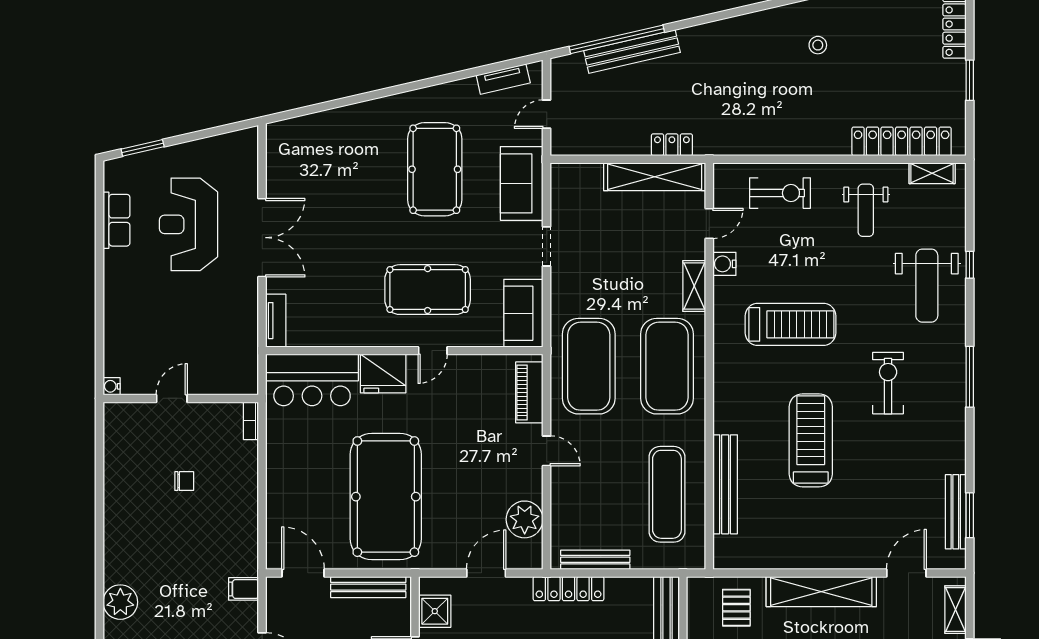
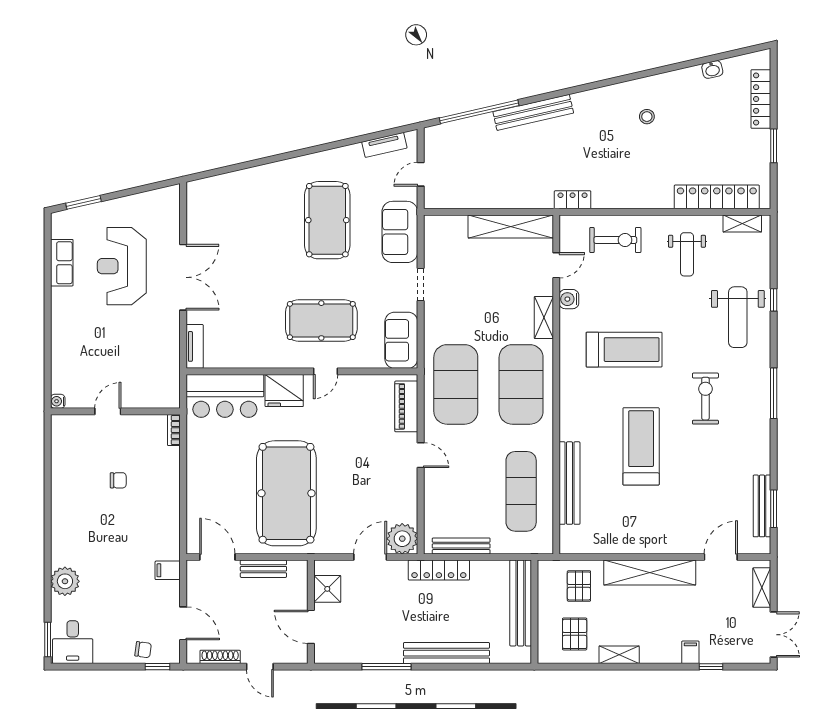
bench: (632, 52) -> (533, 112), moved
locker: (672, 145) -> (573, 200), moved
plant: (525, 519) -> (402, 539), moved
bench: (368, 587) -> (263, 569), width x0.73

